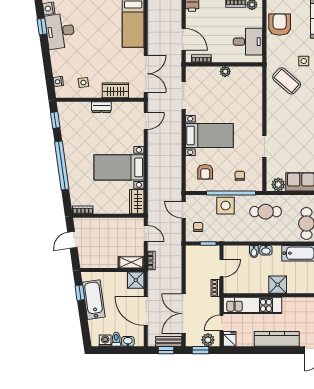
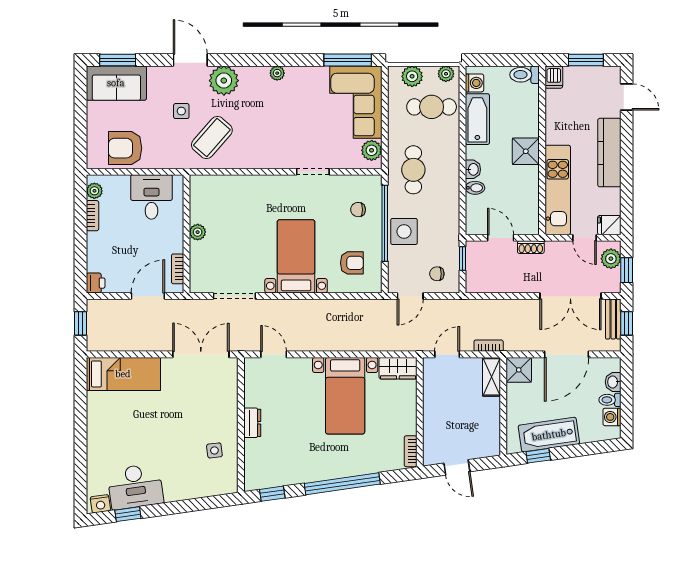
nightstand: (58, 82) -> (213, 489), removed
wardrobe: (115, 90) -> (226, 401), removed

